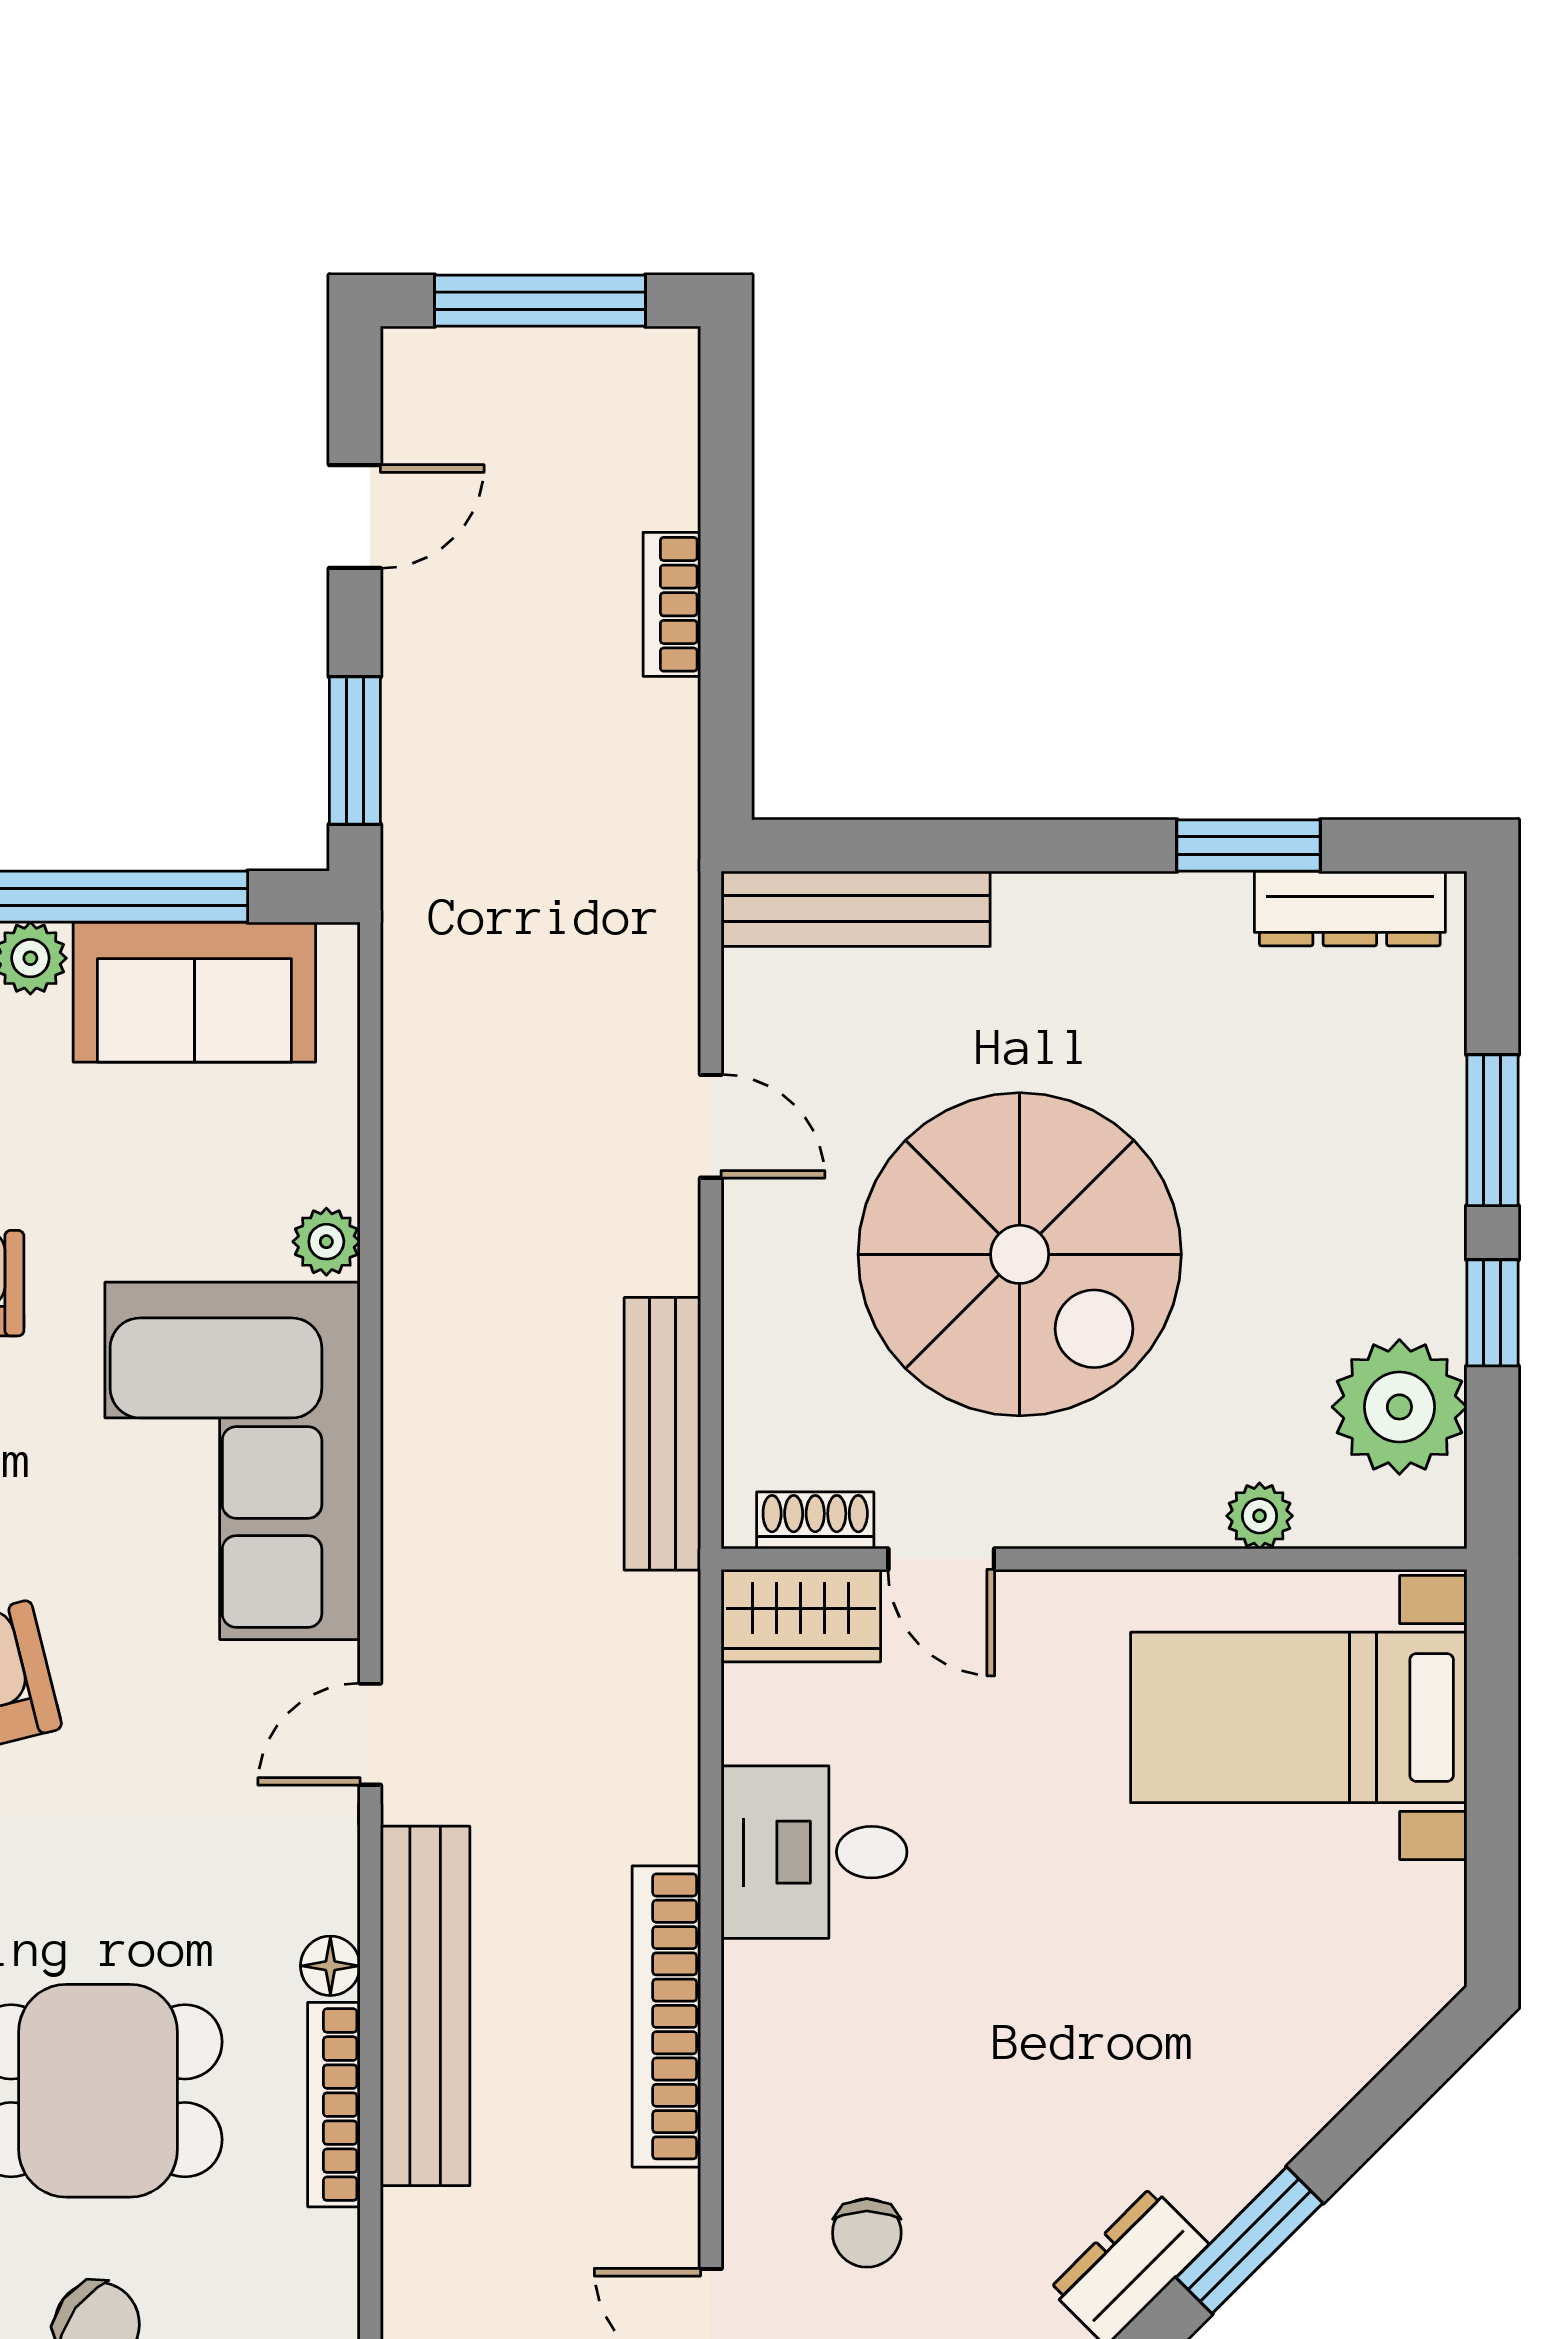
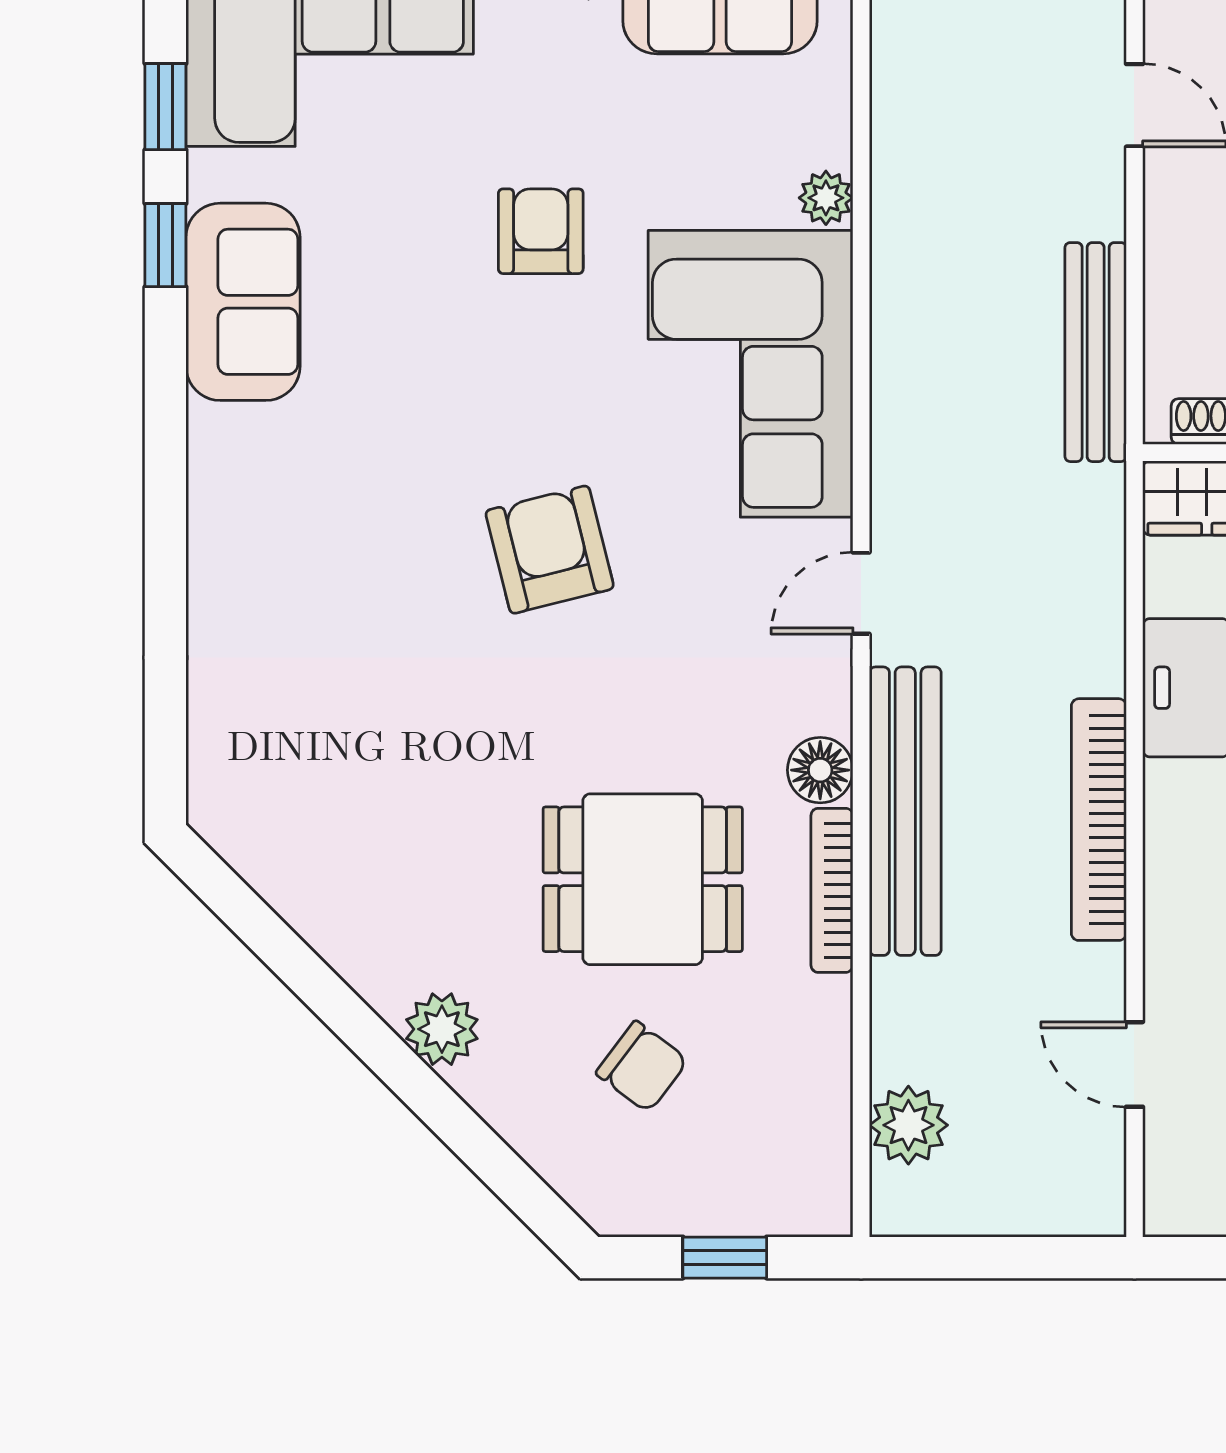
floor lamp: (330, 1966) -> (820, 770), width x1.37, depth x1.37

